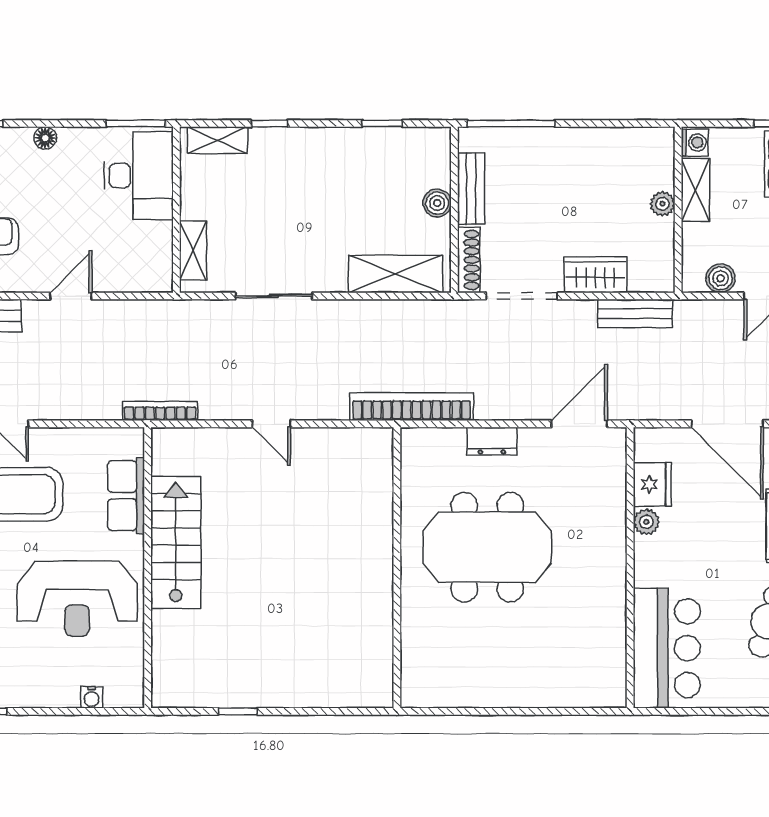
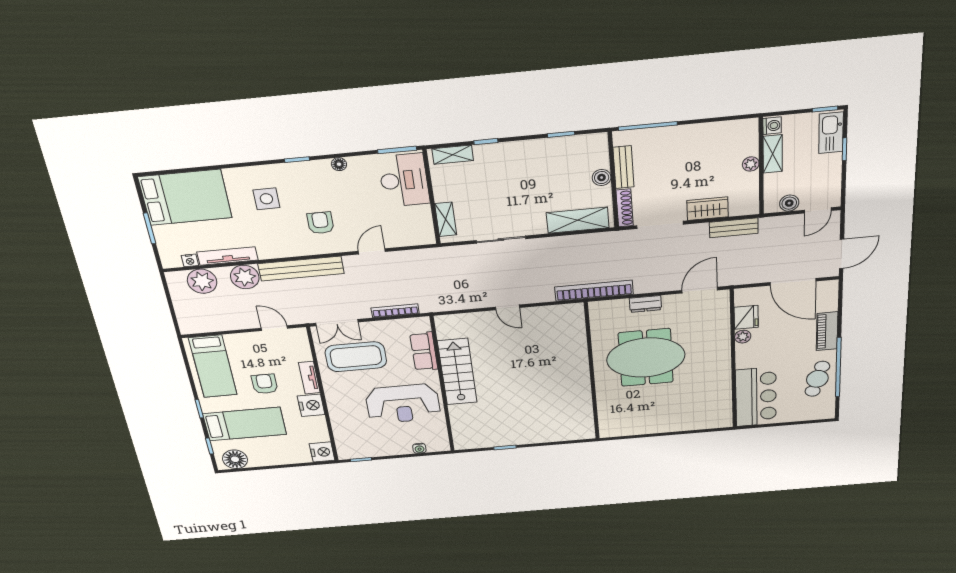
bookcase: (160, 411) -> (395, 311), moved

